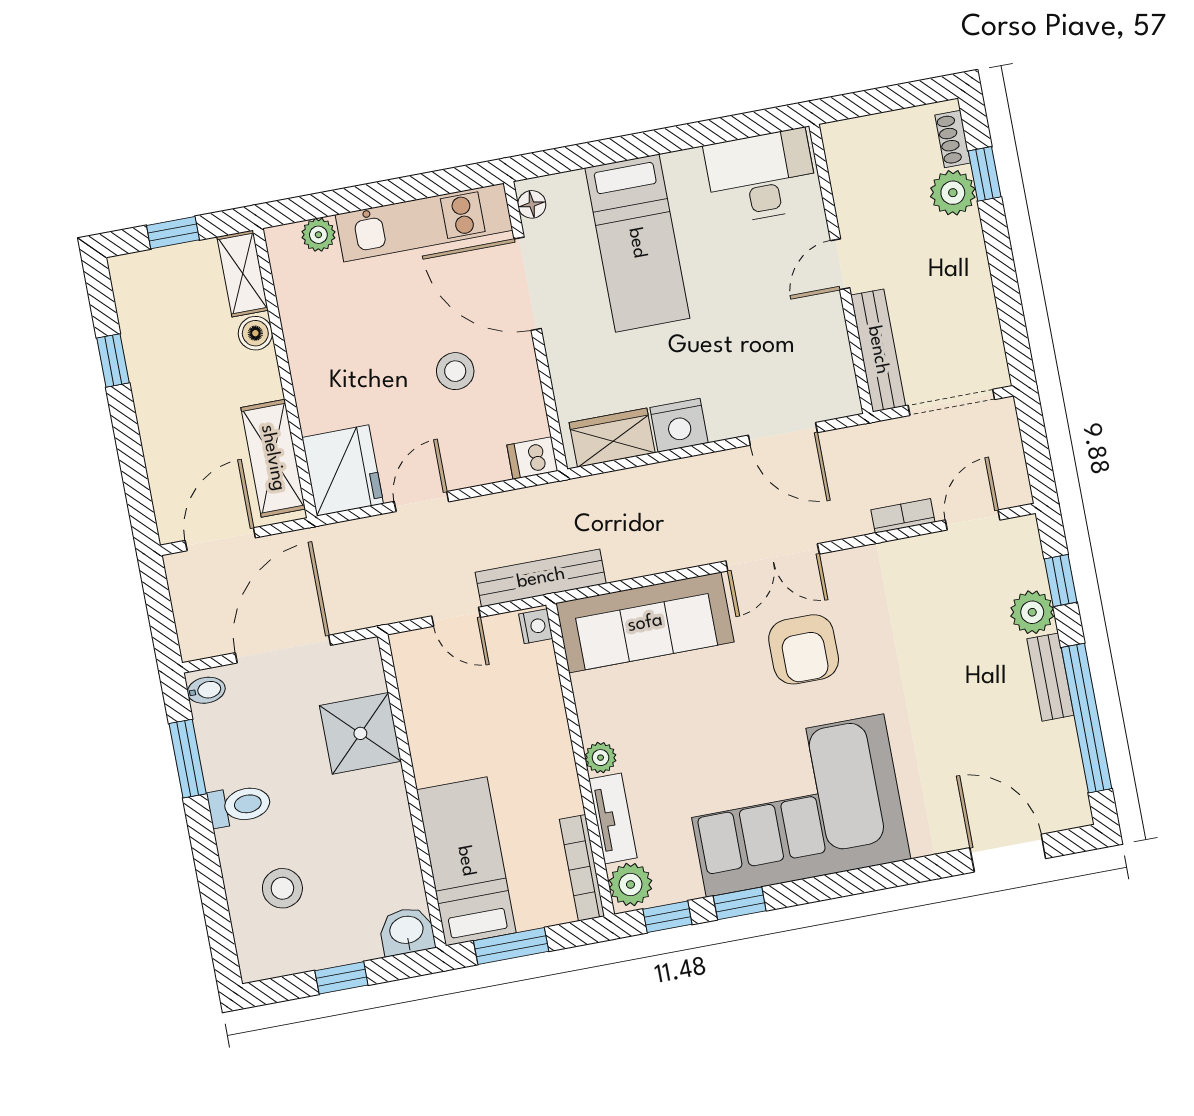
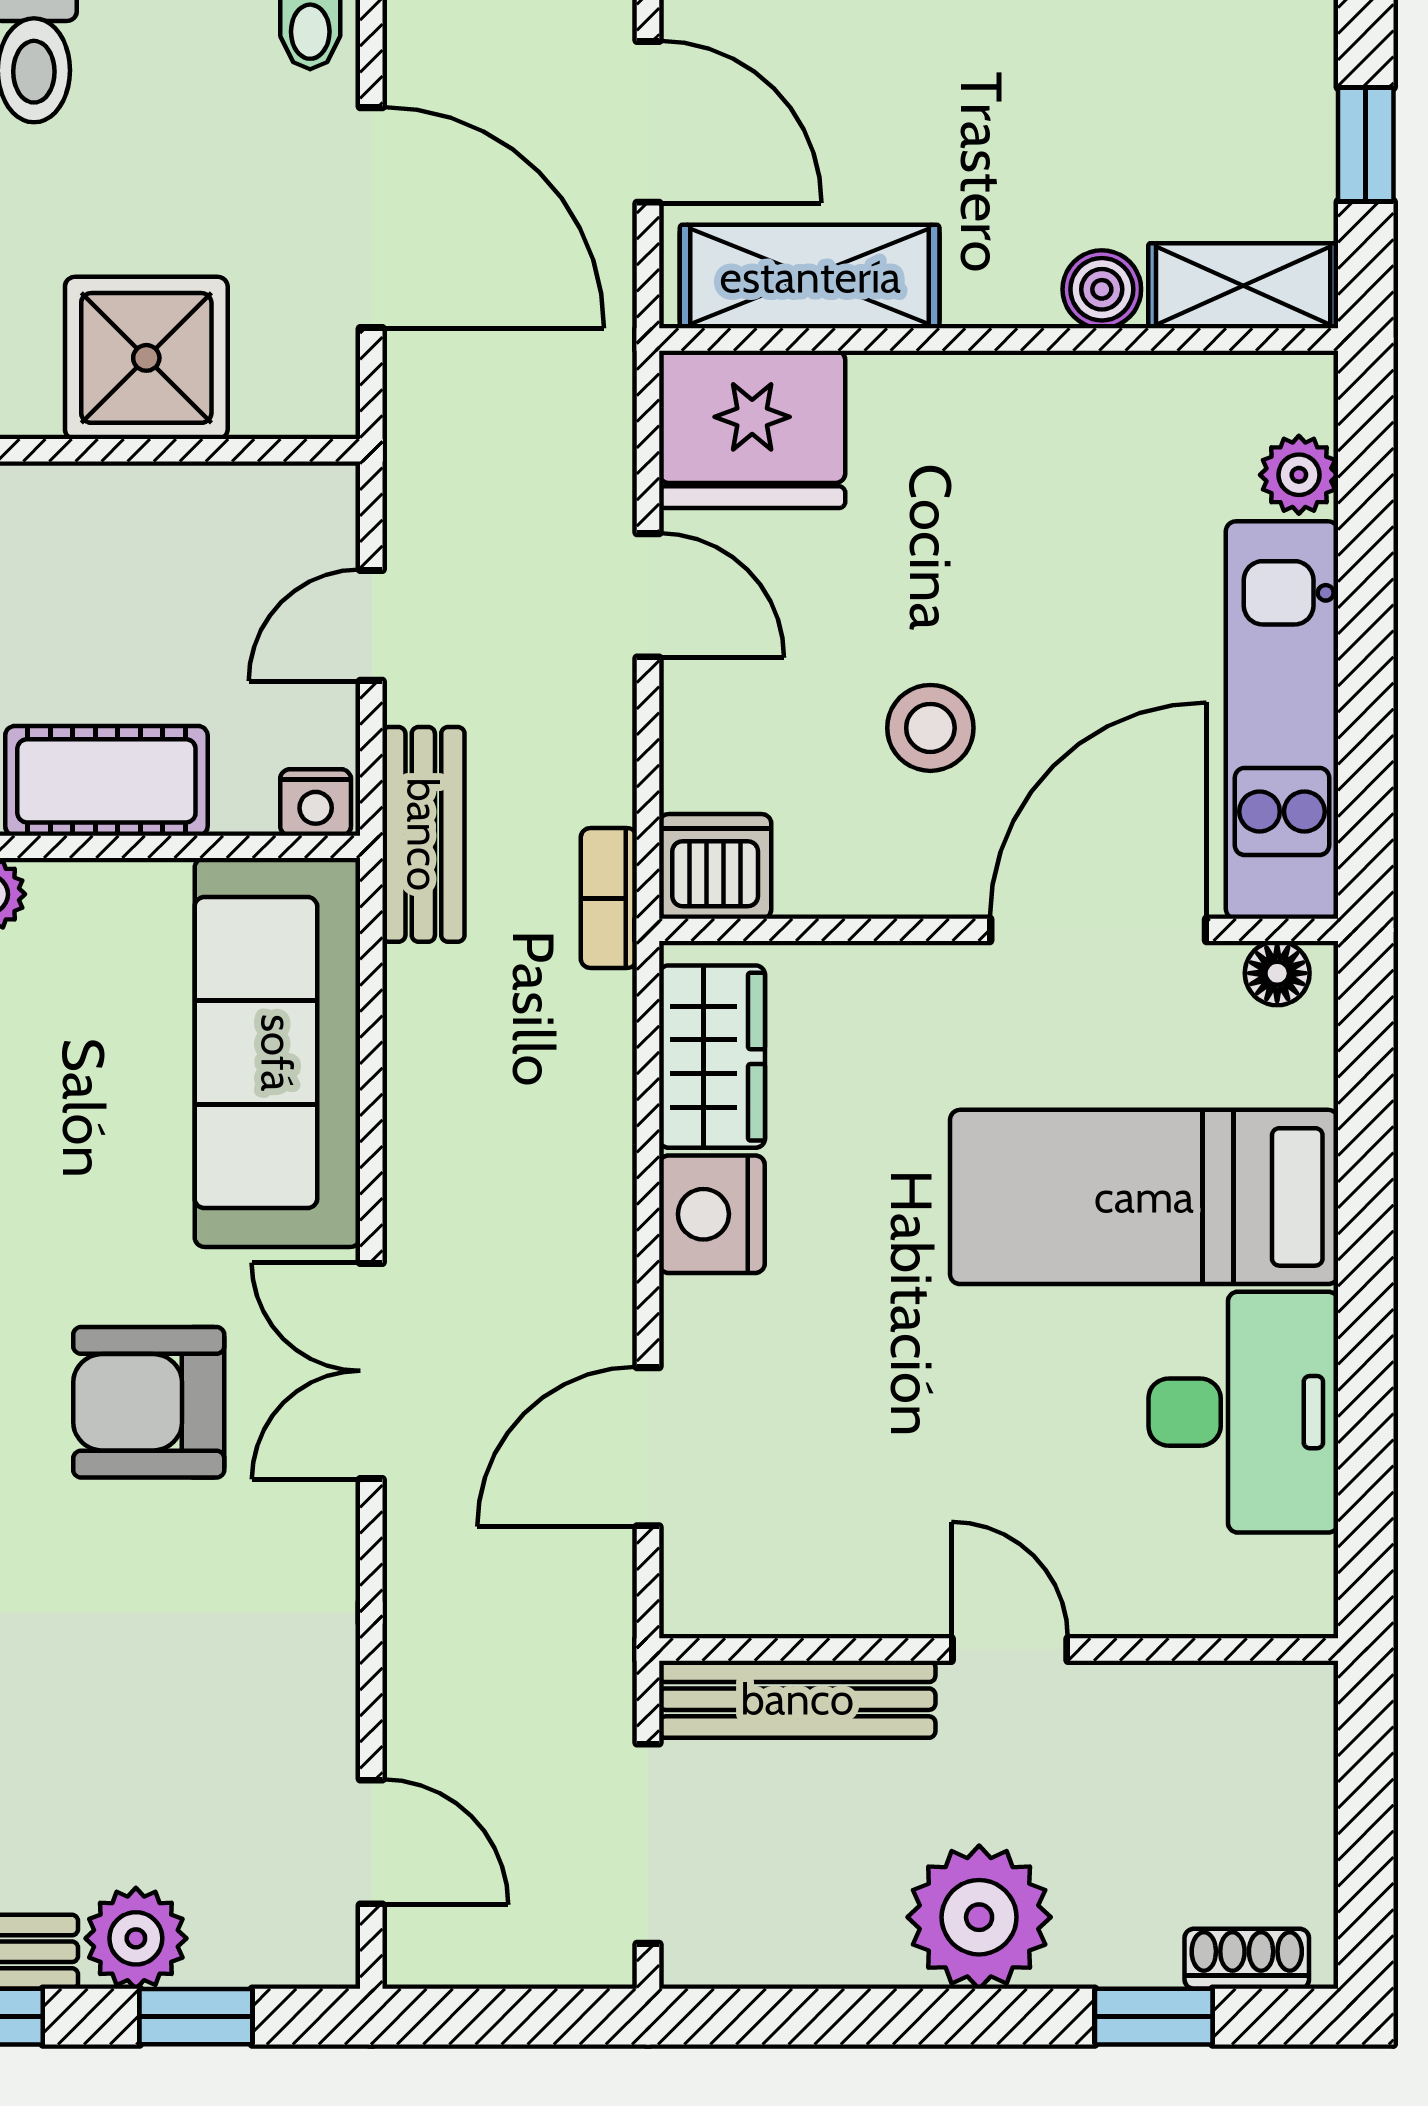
desk: (761, 176) -> (1243, 1412), moved
plant: (953, 193) -> (979, 1917), moved, width x1.36, depth x1.36
dishwasher: (532, 458) -> (715, 866), width x1.38
bookcase: (903, 516) -> (609, 898), moved, turned 180
bench: (541, 578) -> (423, 834), width x0.73
cot: (543, 717) -> (106, 781), added

